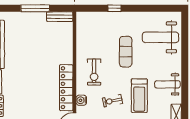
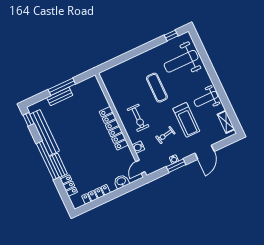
window: (114, 8) -> (171, 36), moved
bench: (60, 17) -> (60, 96), moved
locker: (66, 88) -> (114, 128), moved

